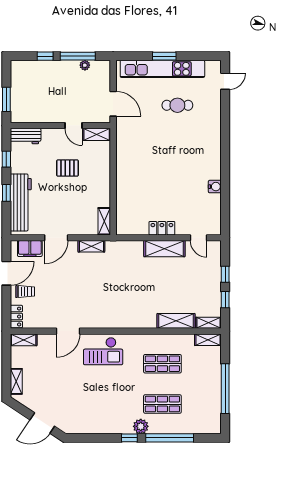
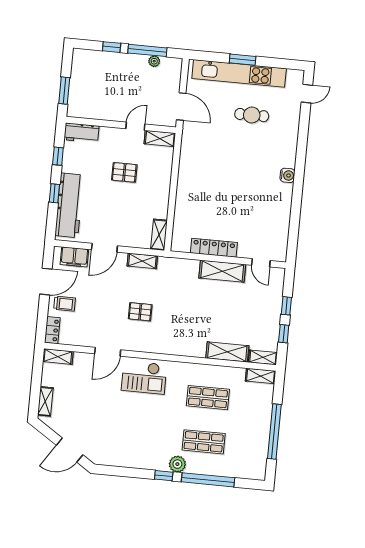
door: (74, 126) -> (135, 126), swing flipped
water cooler: (215, 187) -> (287, 175), moved
locker: (162, 228) -> (214, 248), width x1.53
pallet: (94, 292) -> (140, 312), added

